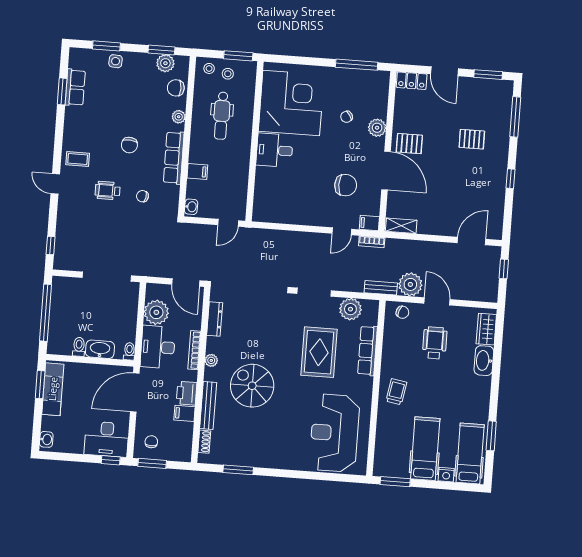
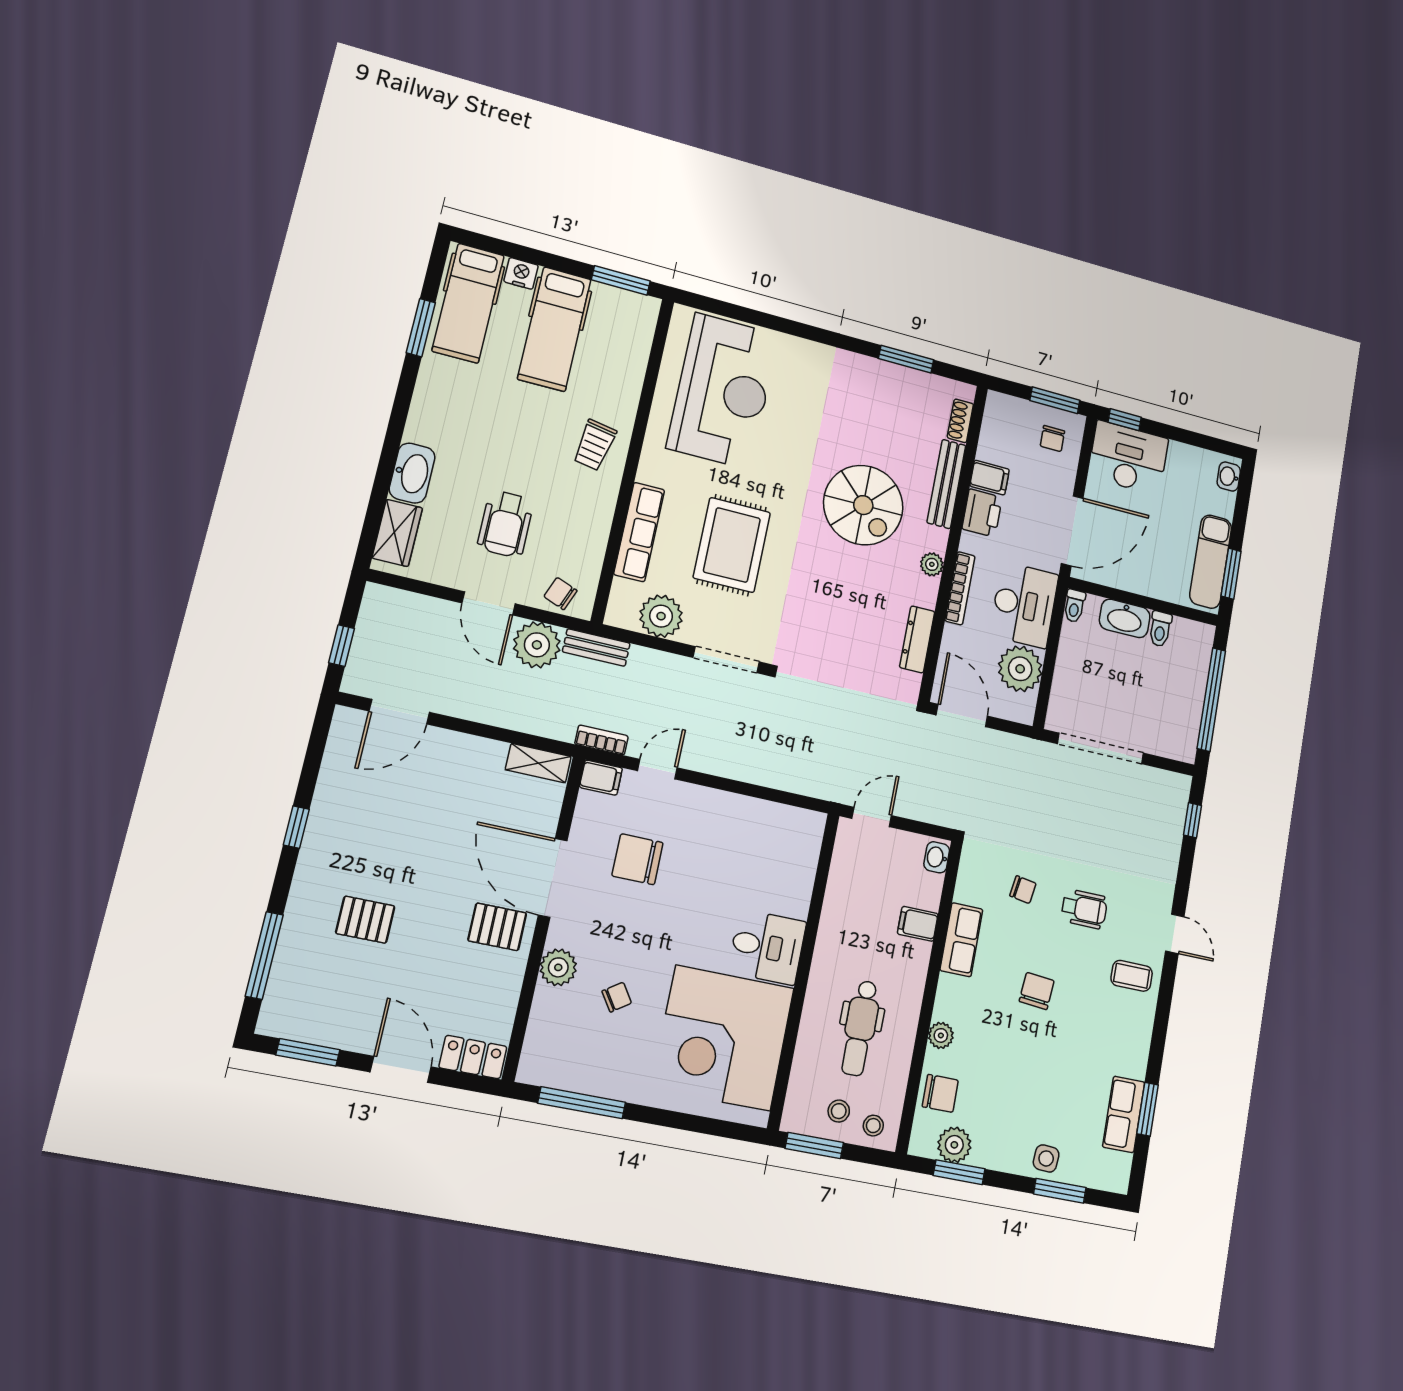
dental chair: (222, 116) -> (860, 1028), turned 180
row of seats: (174, 158) -> (961, 940), width x0.68

